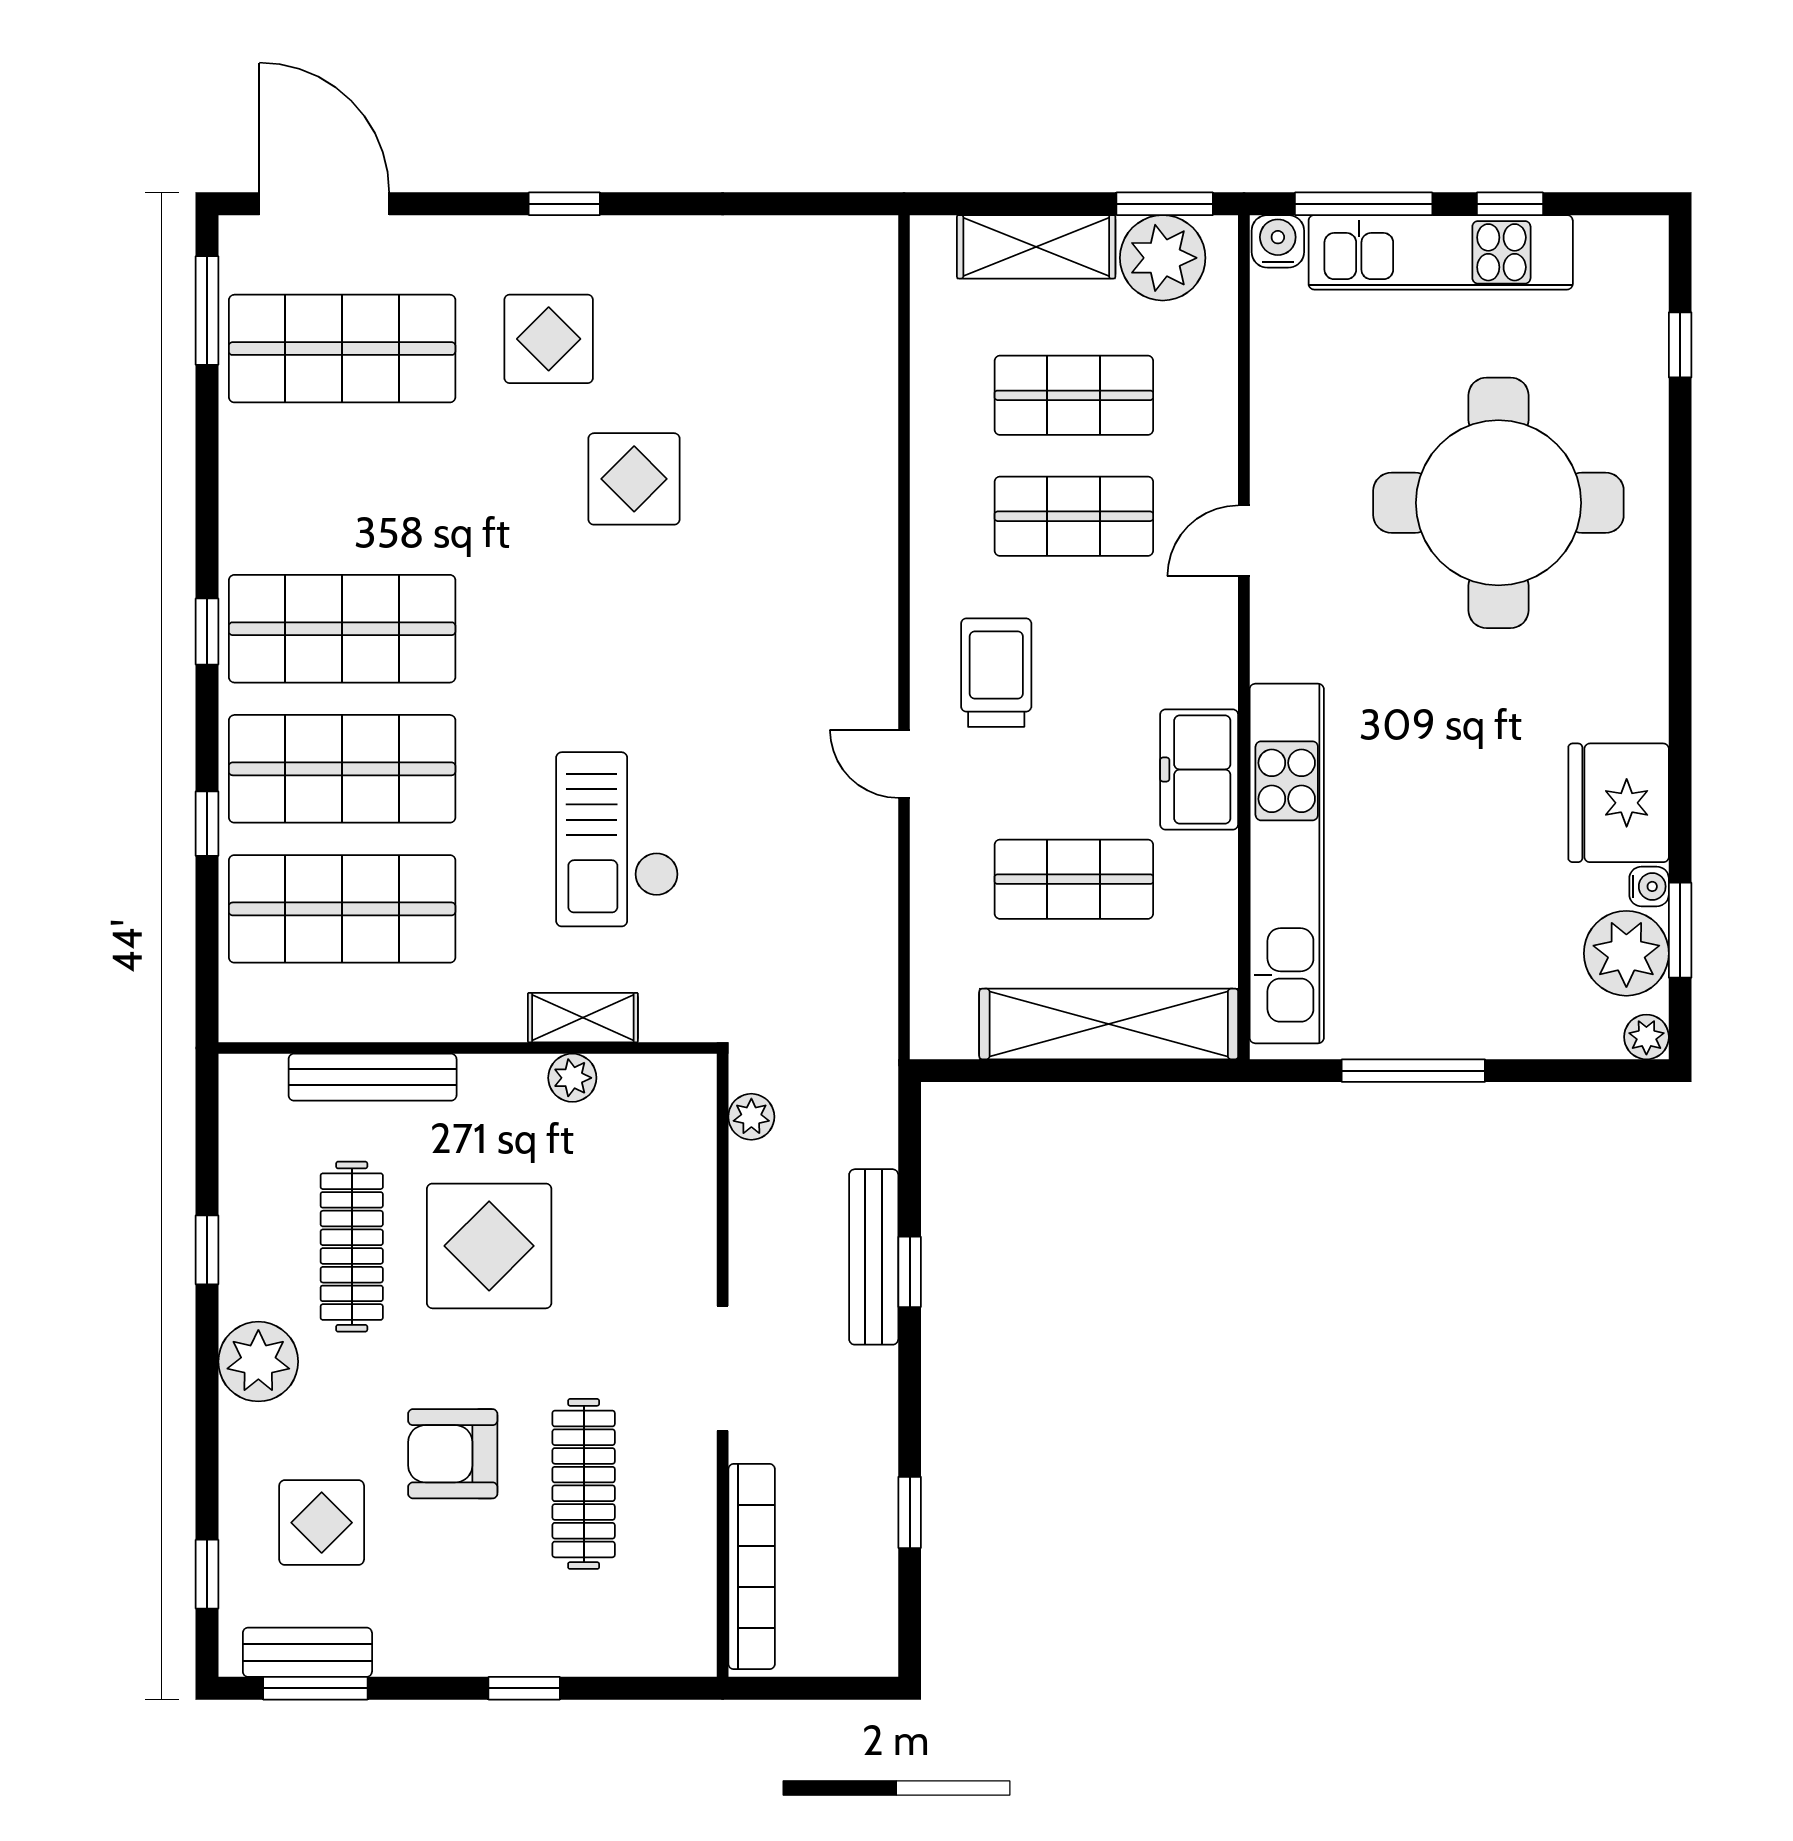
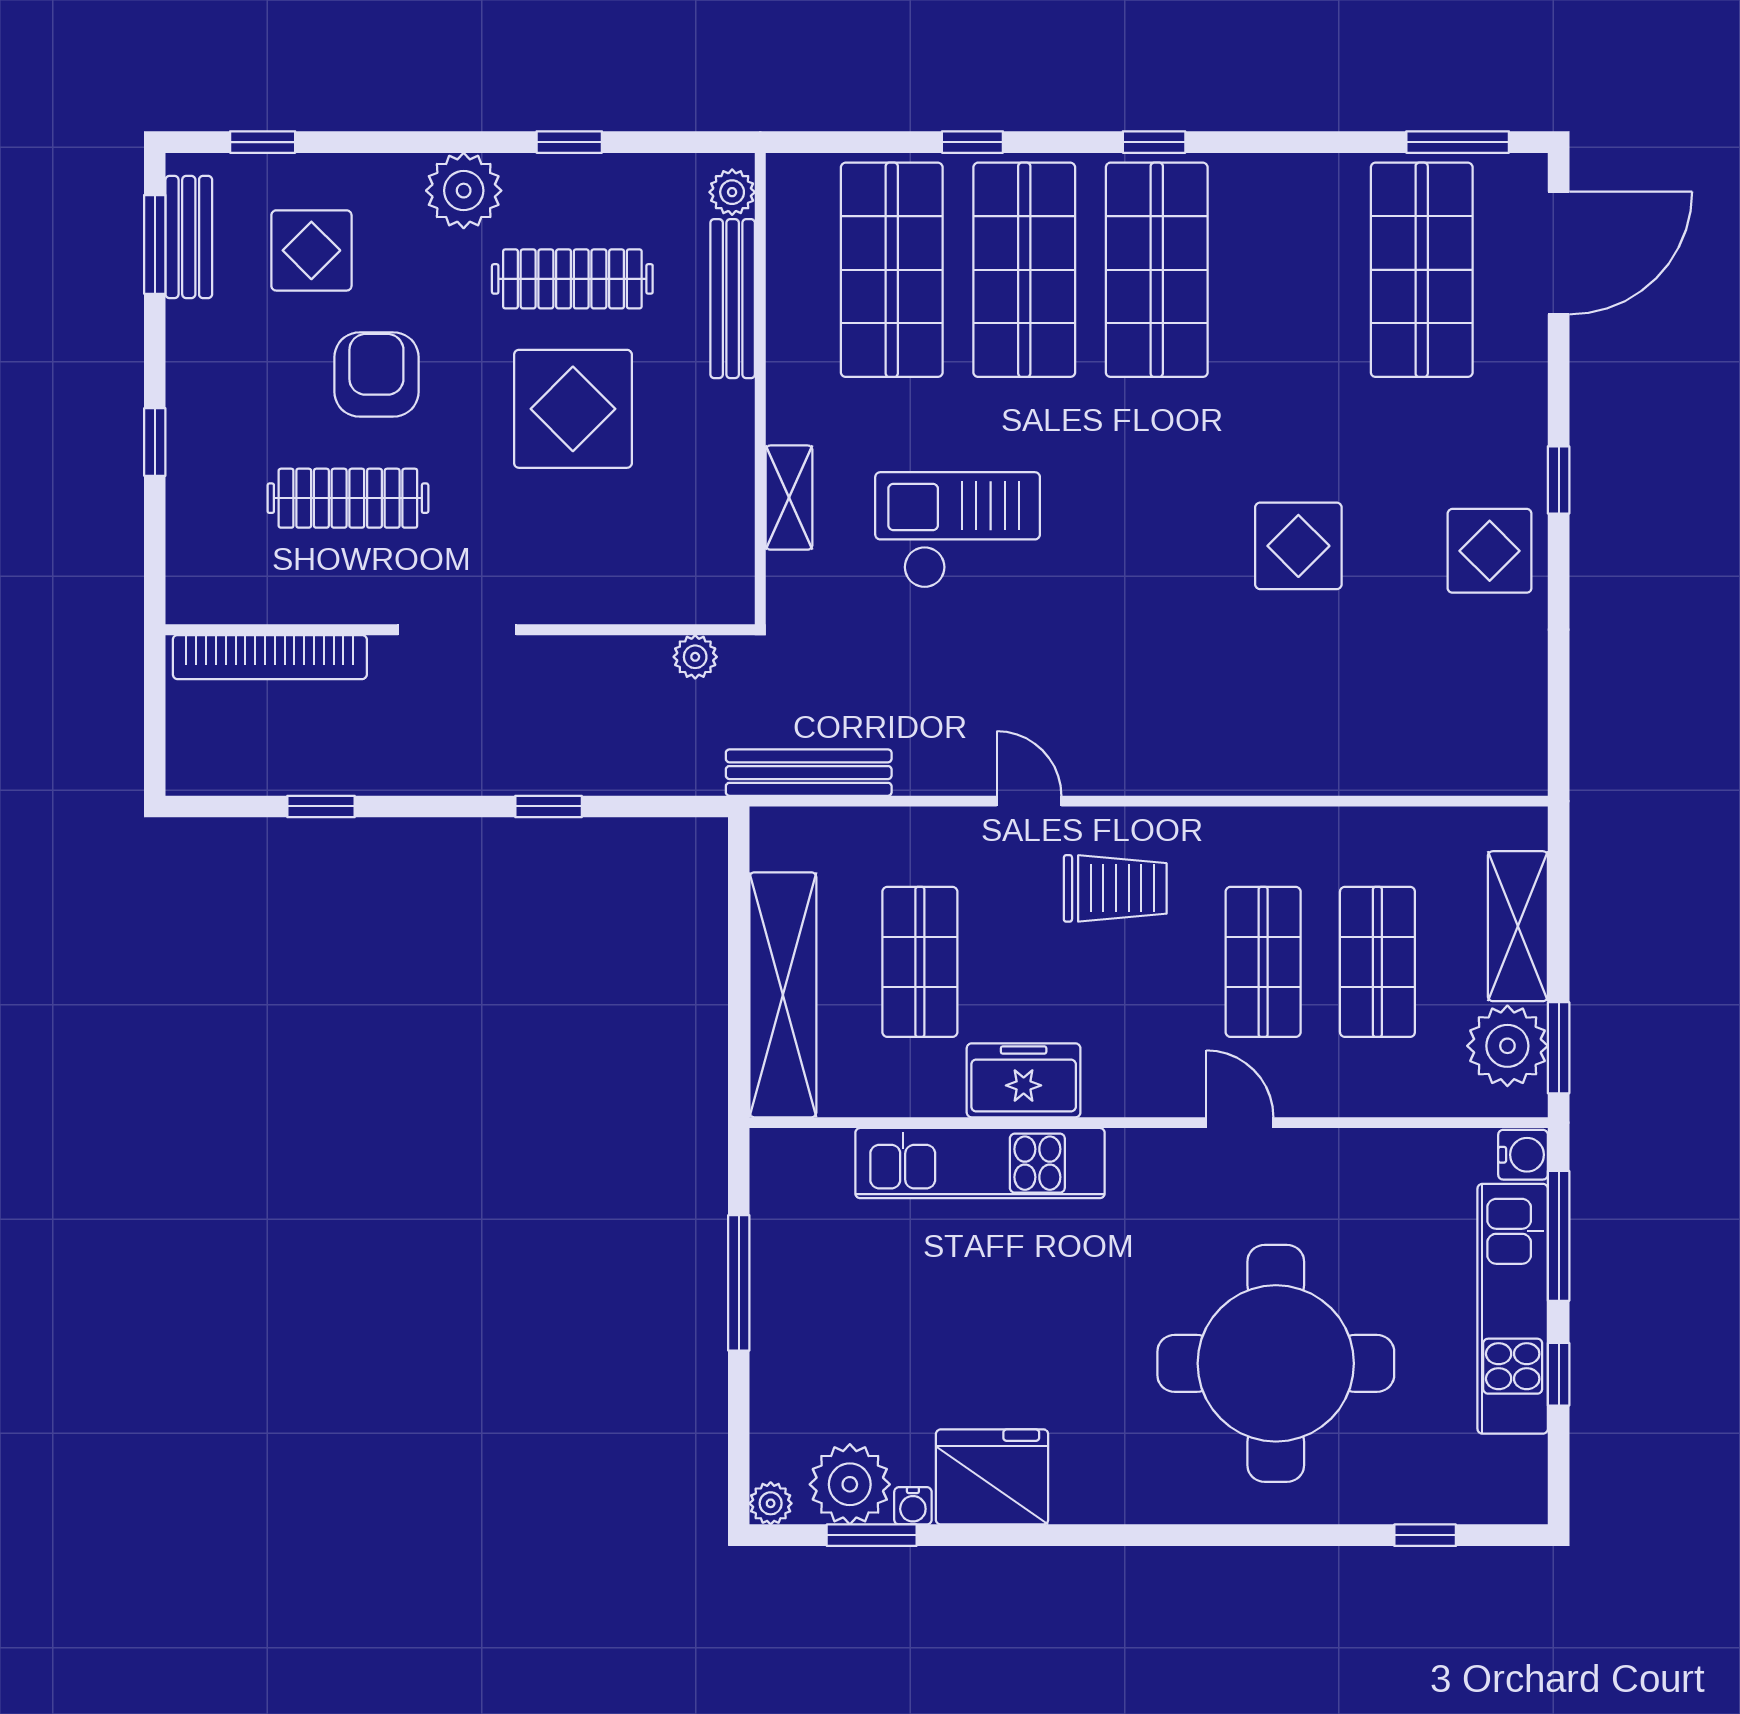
display table: (549, 339) -> (1490, 551), moved
door: (904, 764) -> (1029, 801), hinge flipped
kitchen unit: (1287, 864) -> (980, 1163), width x0.73
plant: (572, 1078) -> (732, 192), moved
bench: (874, 1257) -> (809, 773), moved

